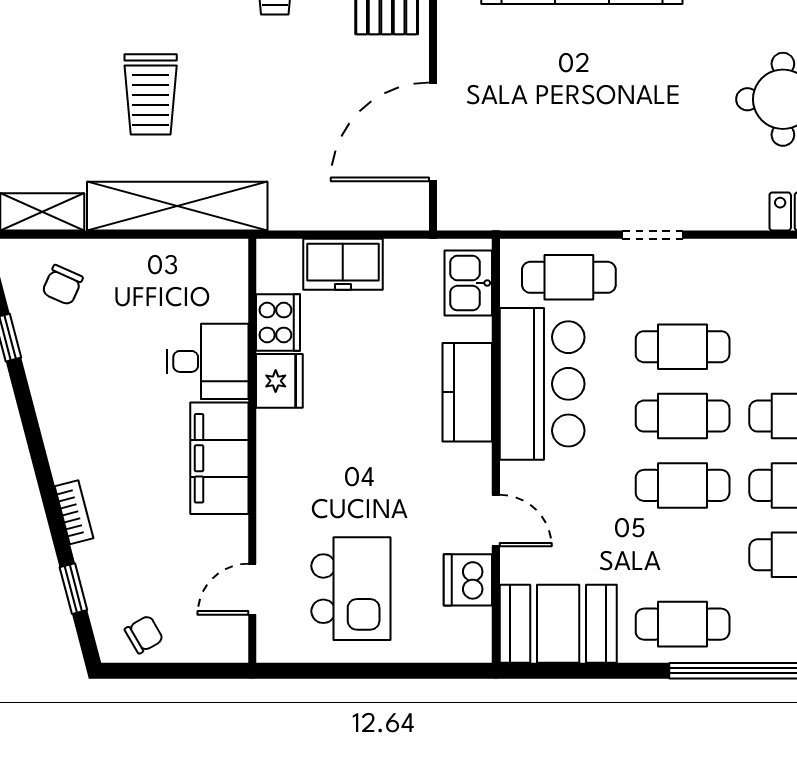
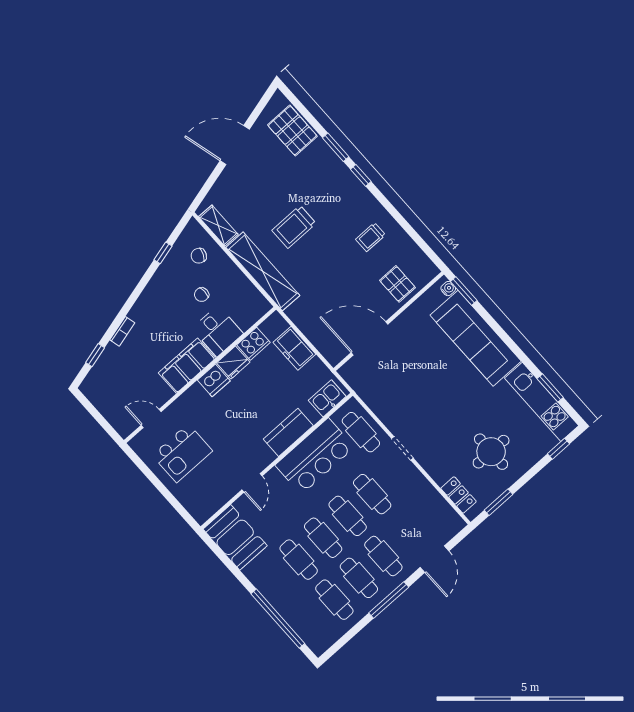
dishwasher: (468, 580) -> (214, 380), moved, turned 180
cafe table: (683, 624) -> (299, 560), moved
chair: (144, 634) -> (202, 295), moved, turned 120

